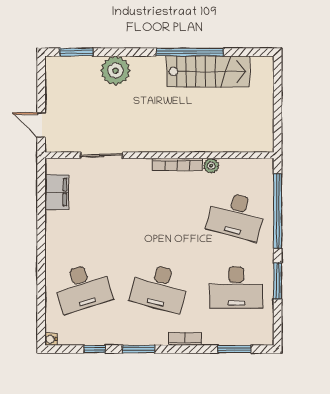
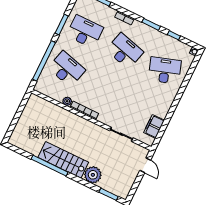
stairs: (208, 71) -> (63, 160), moved

